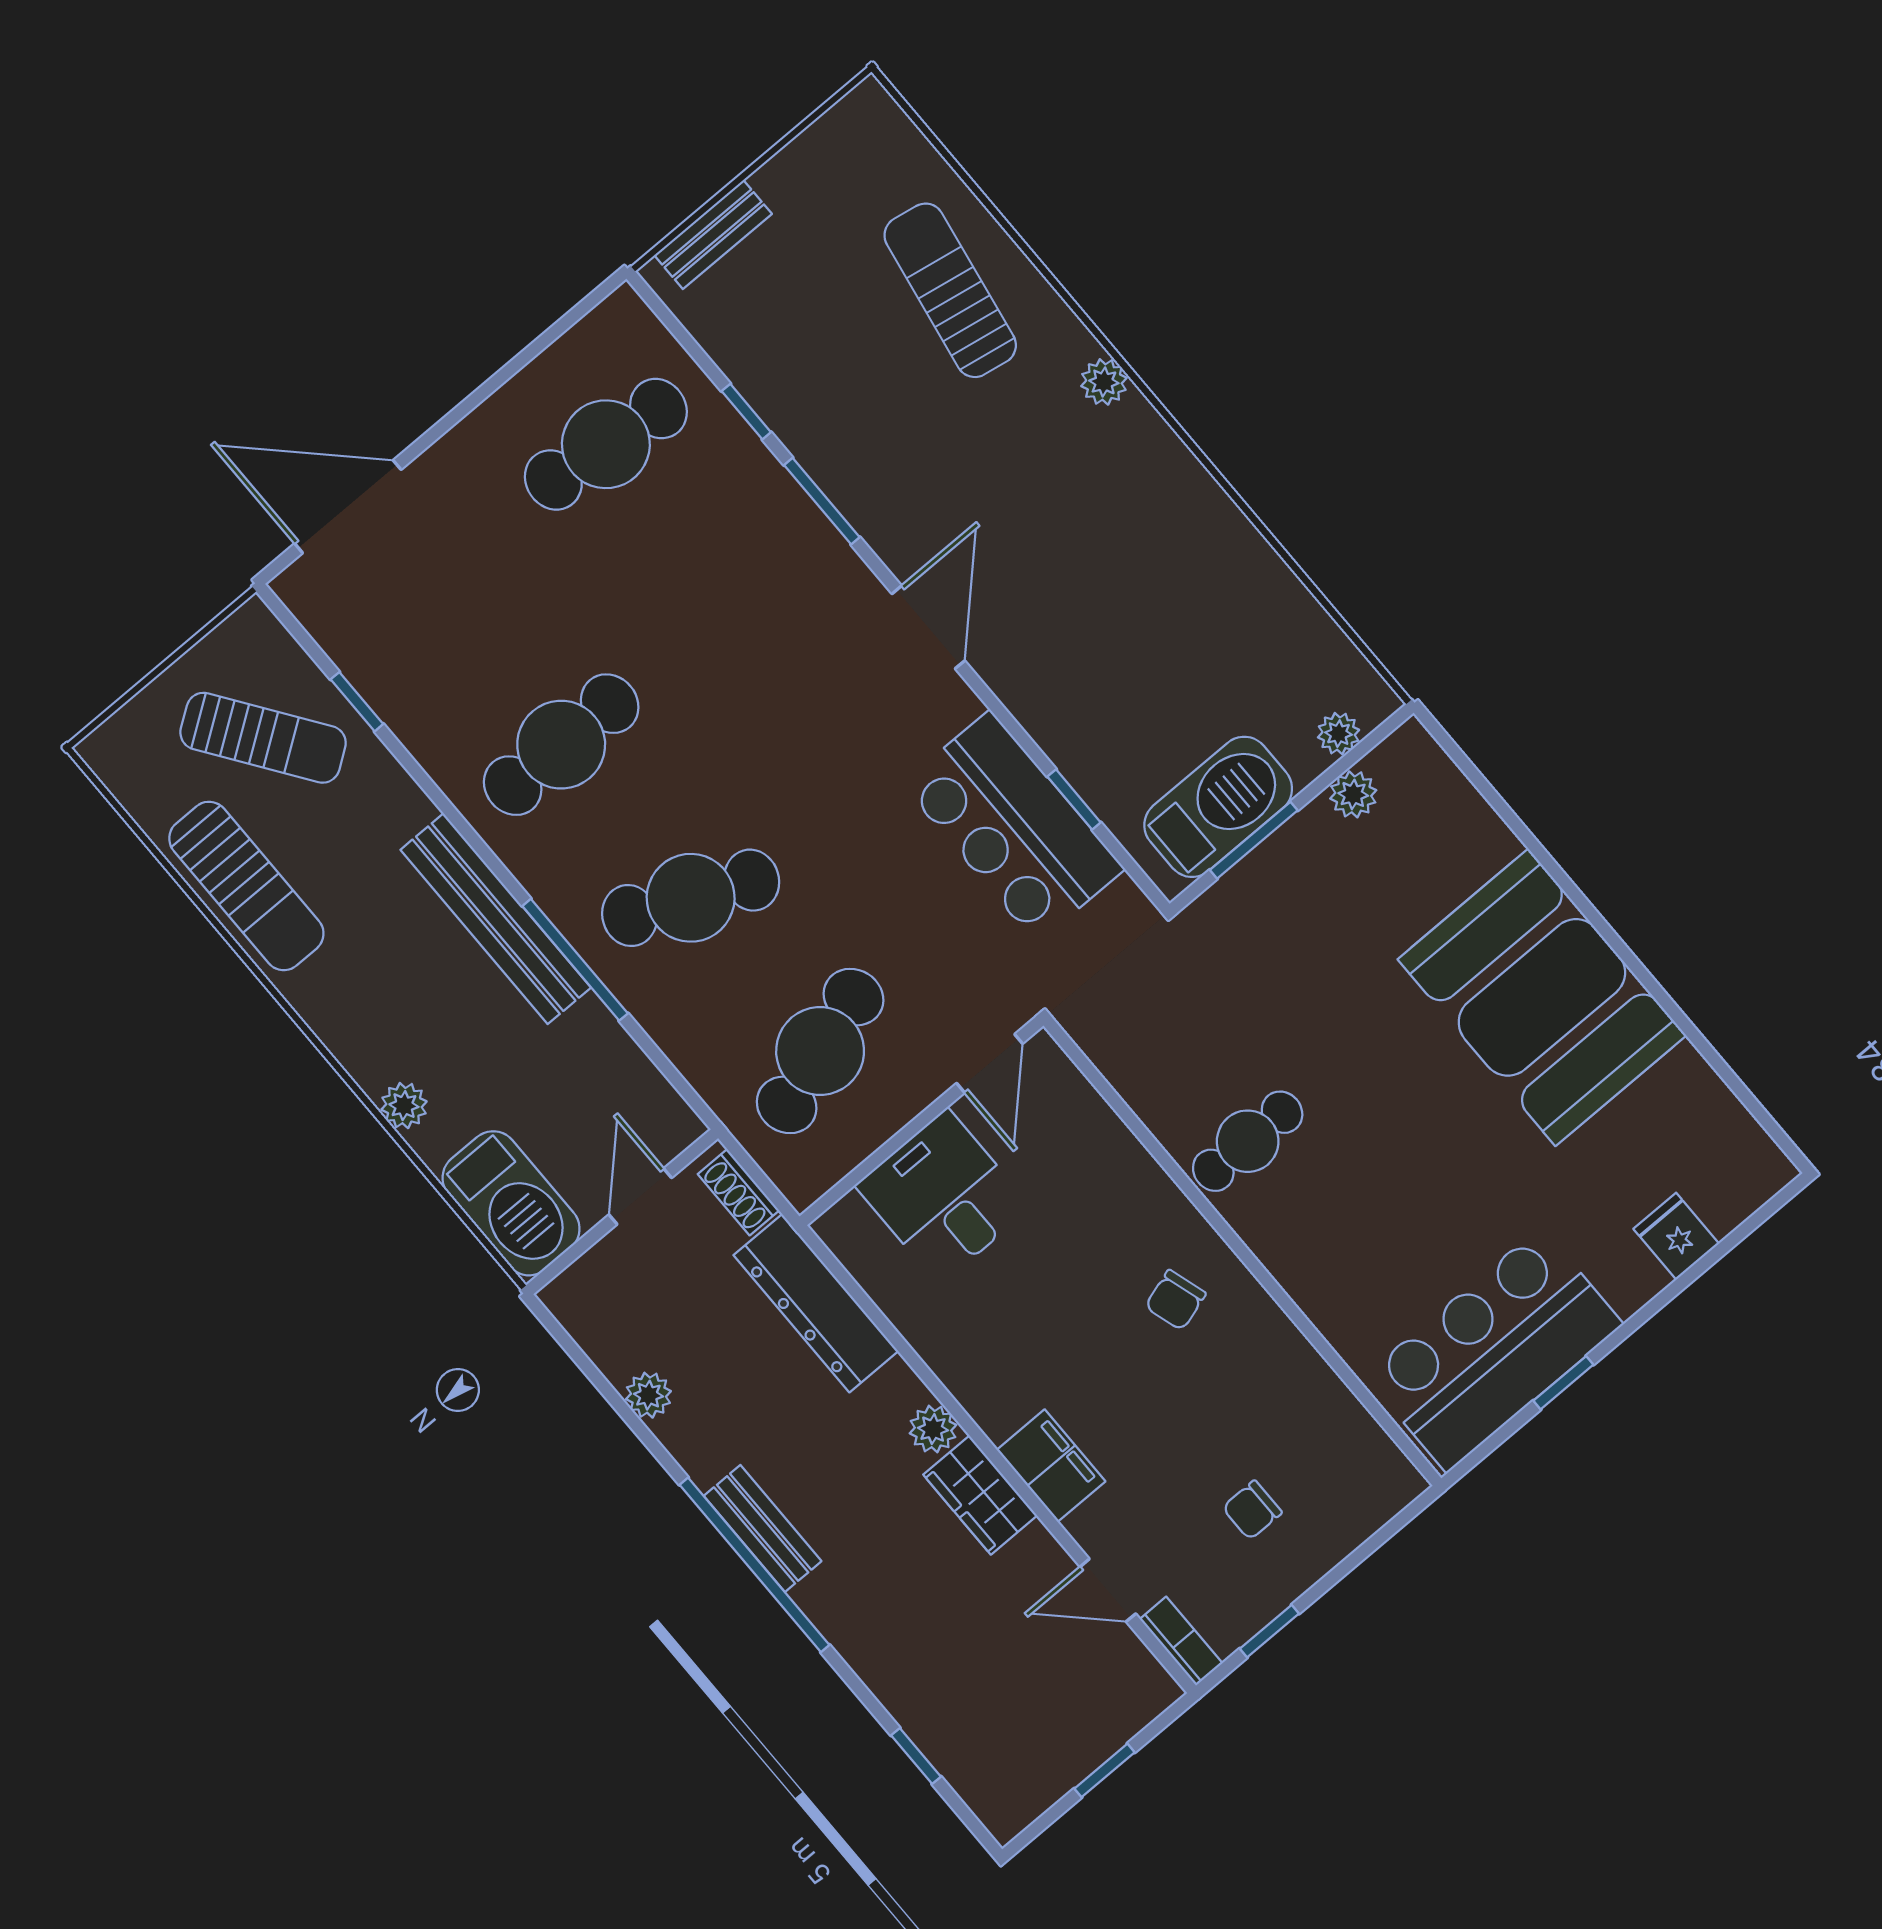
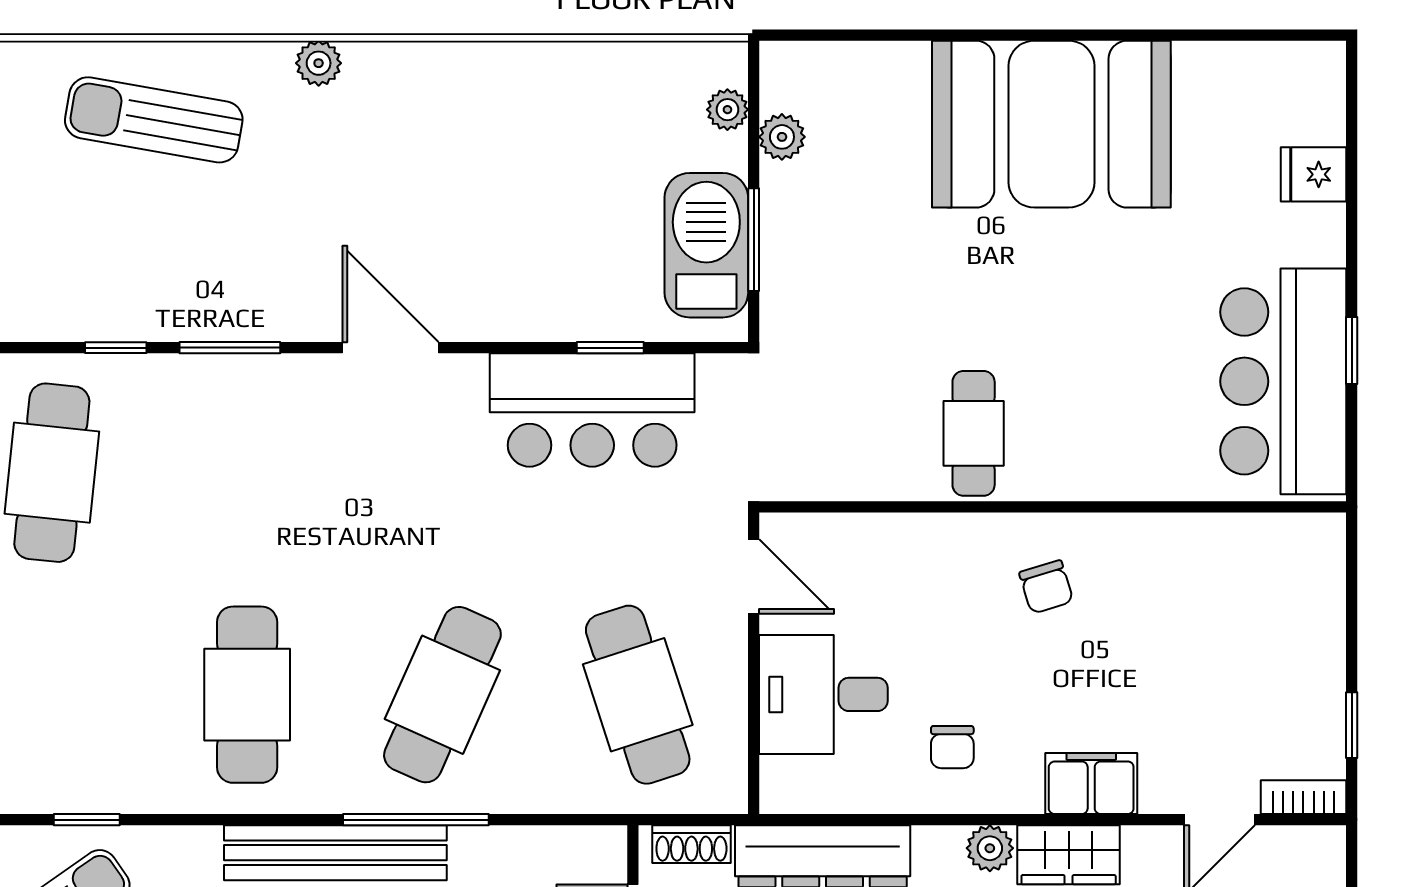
chair: (1252, 1510) -> (952, 747), moved

